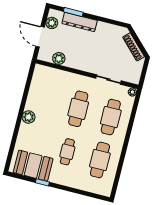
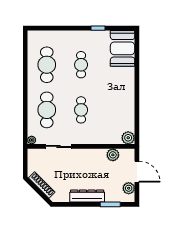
dresser: (80, 22) -> (87, 196), moved
cafe table: (78, 109) -> (81, 110), width x0.73, depth x0.74
plant: (29, 117) -> (128, 138), moved
booth: (33, 166) -> (123, 48), moved, turned 90

